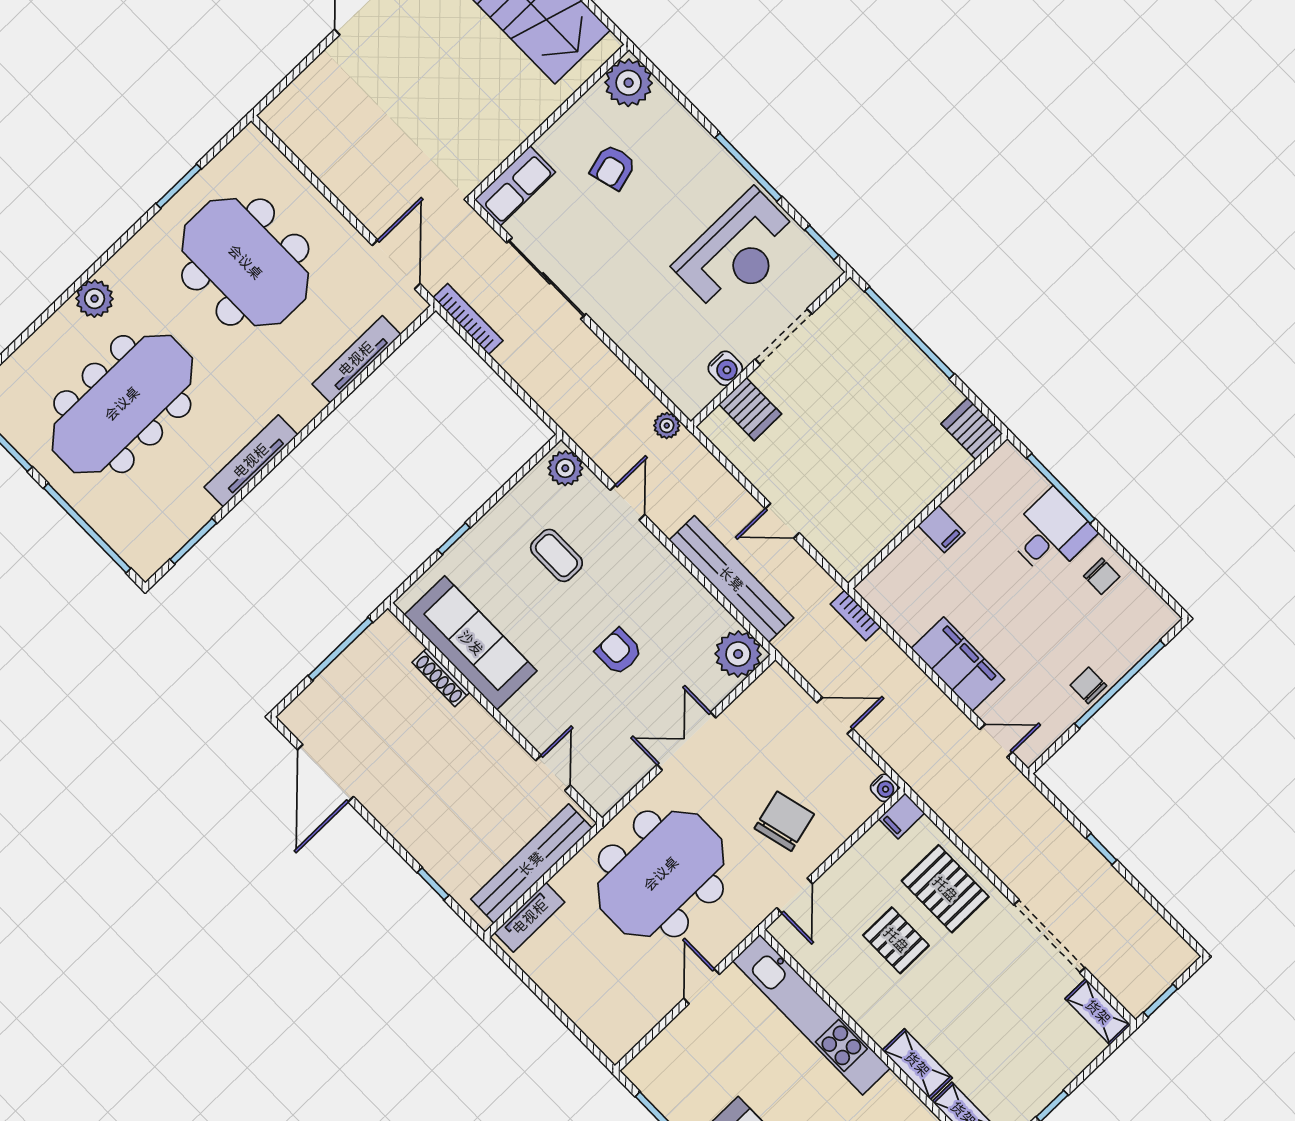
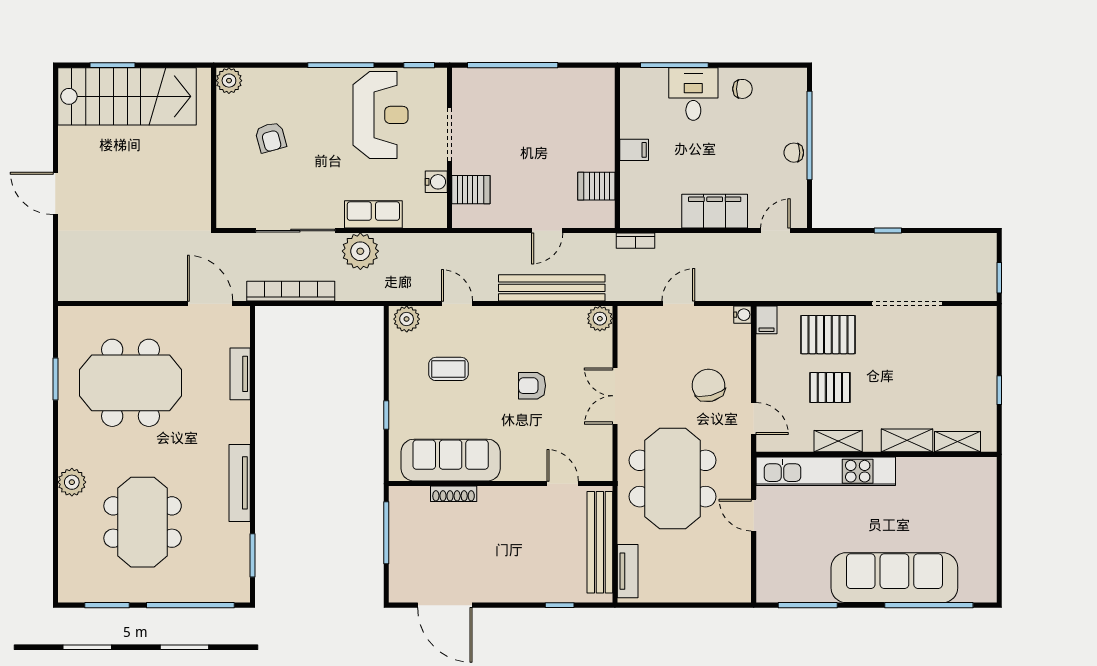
plant: (629, 83) -> (229, 81), width x0.73, depth x0.73
row of seats: (515, 186) -> (373, 214), moved, turned -90
bookcase: (468, 319) -> (291, 291), width x1.48, depth x1.31
tv unit: (356, 359) -> (240, 374), width x0.71
meeting table: (122, 404) -> (143, 522), width x0.73
plant: (667, 426) -> (360, 251), moved, width x1.88, depth x1.88
server rack: (972, 429) -> (596, 186), moved
plant: (738, 654) -> (600, 319), width x0.73, depth x0.73
shelving: (1098, 1012) -> (838, 441), moved

